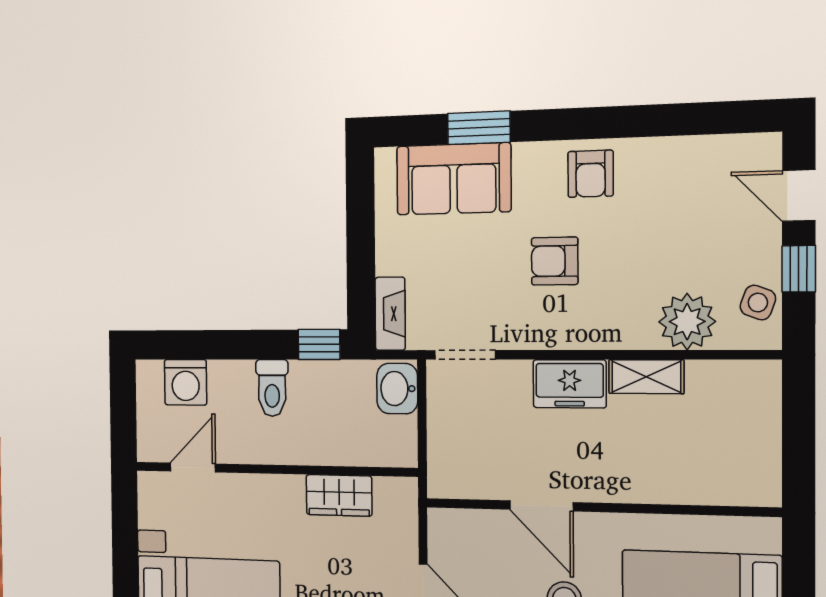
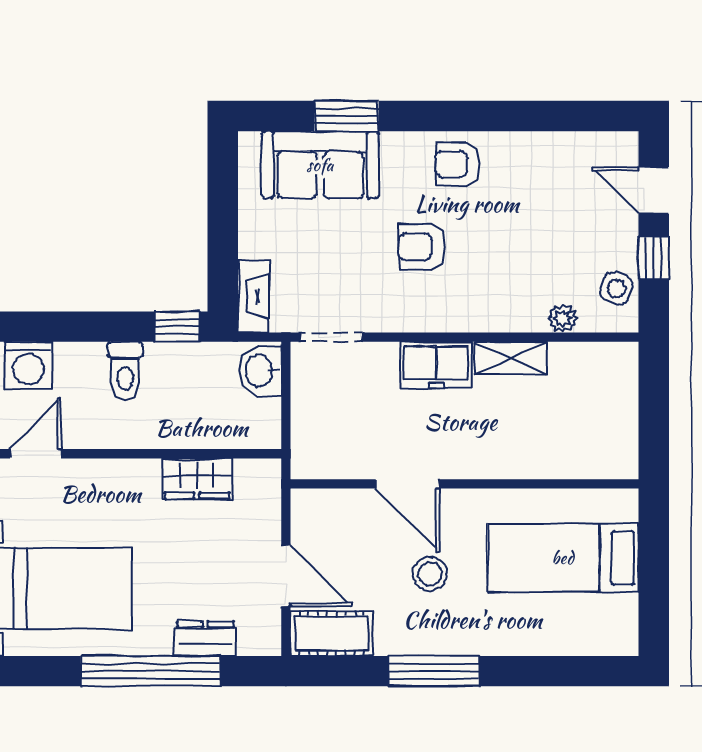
armchair: (591, 174) -> (458, 164), turned 90
plant: (687, 322) -> (563, 318), width x0.53, depth x0.53

